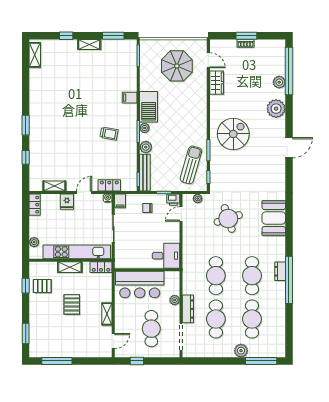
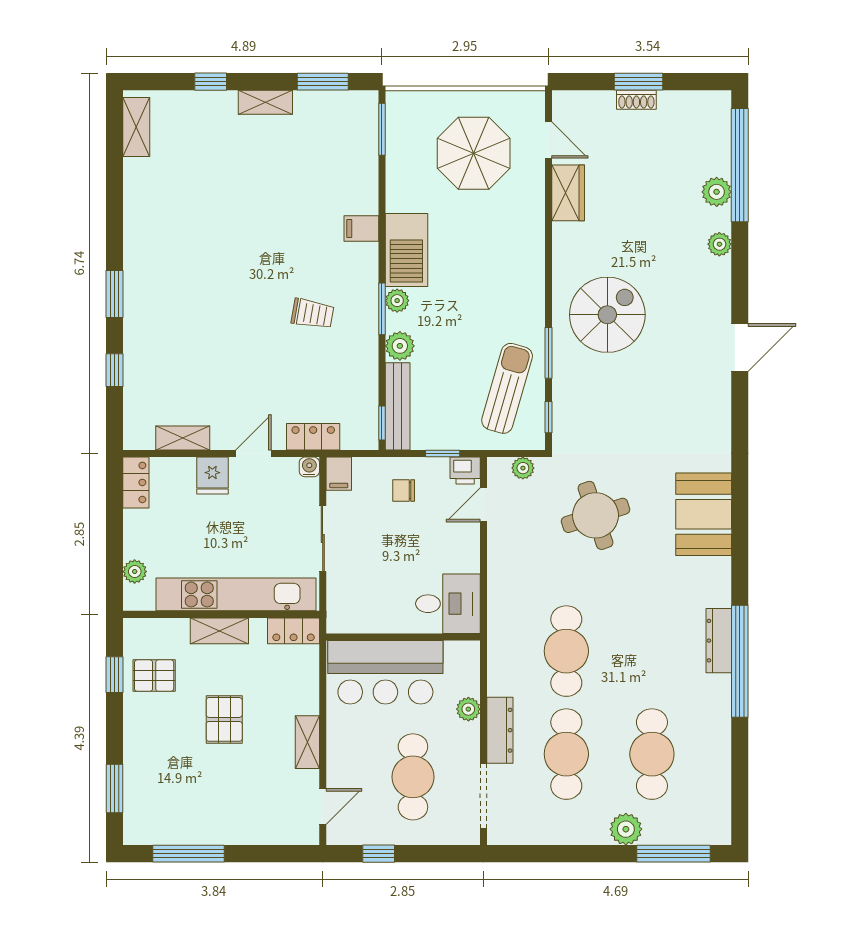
plant: (276, 109) -> (719, 244), width x0.53, depth x0.53
dresser: (280, 271) -> (719, 641), width x1.44
cafe table: (252, 276) -> (652, 651), removed

